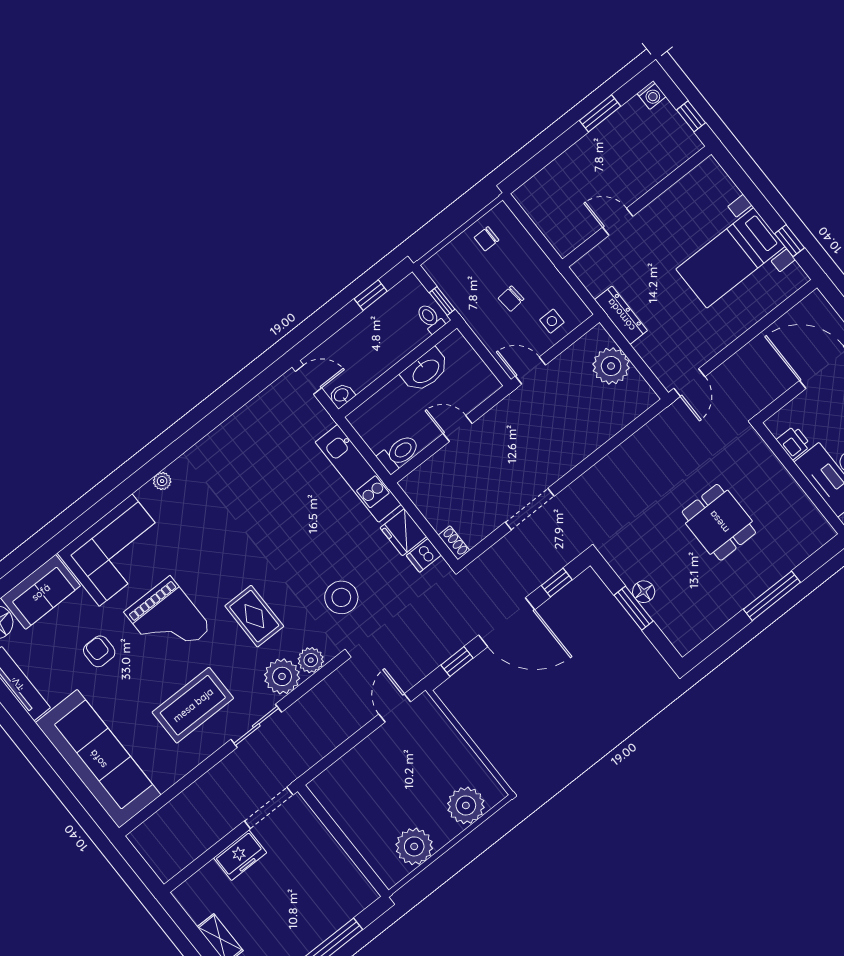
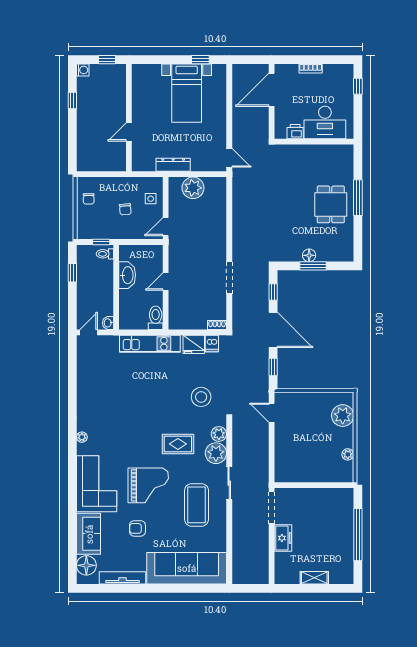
window: (600, 113) -> (72, 101), width x0.67
dining table: (719, 522) -> (331, 204), moved, turned 90
door: (507, 622) -> (273, 330), hinge flipped
plant: (414, 846) -> (348, 454), width x0.53, depth x0.53

